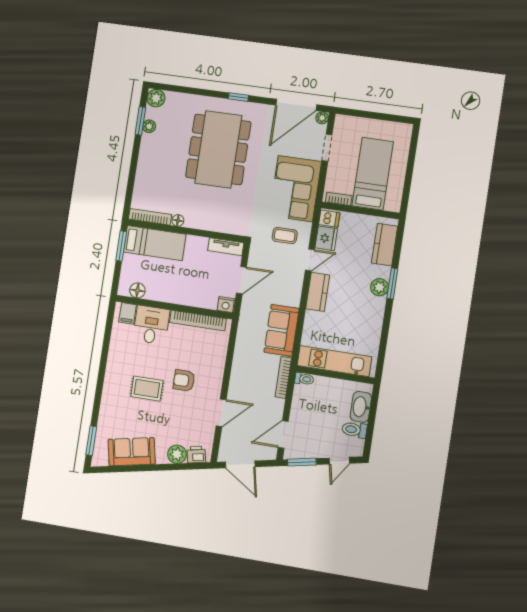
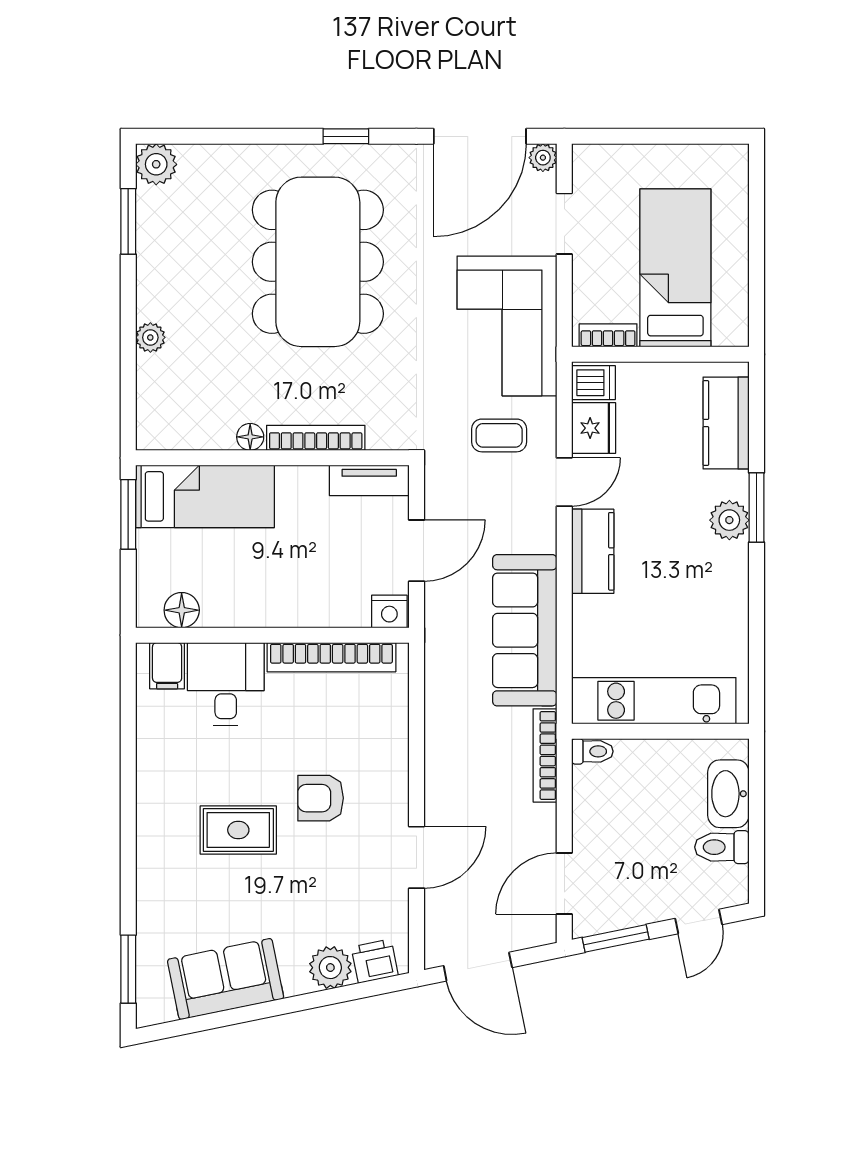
plant: (149, 126) -> (150, 337), moved
bookcase: (150, 217) -> (316, 438), moved
sofa: (282, 330) -> (525, 630), width x1.36

